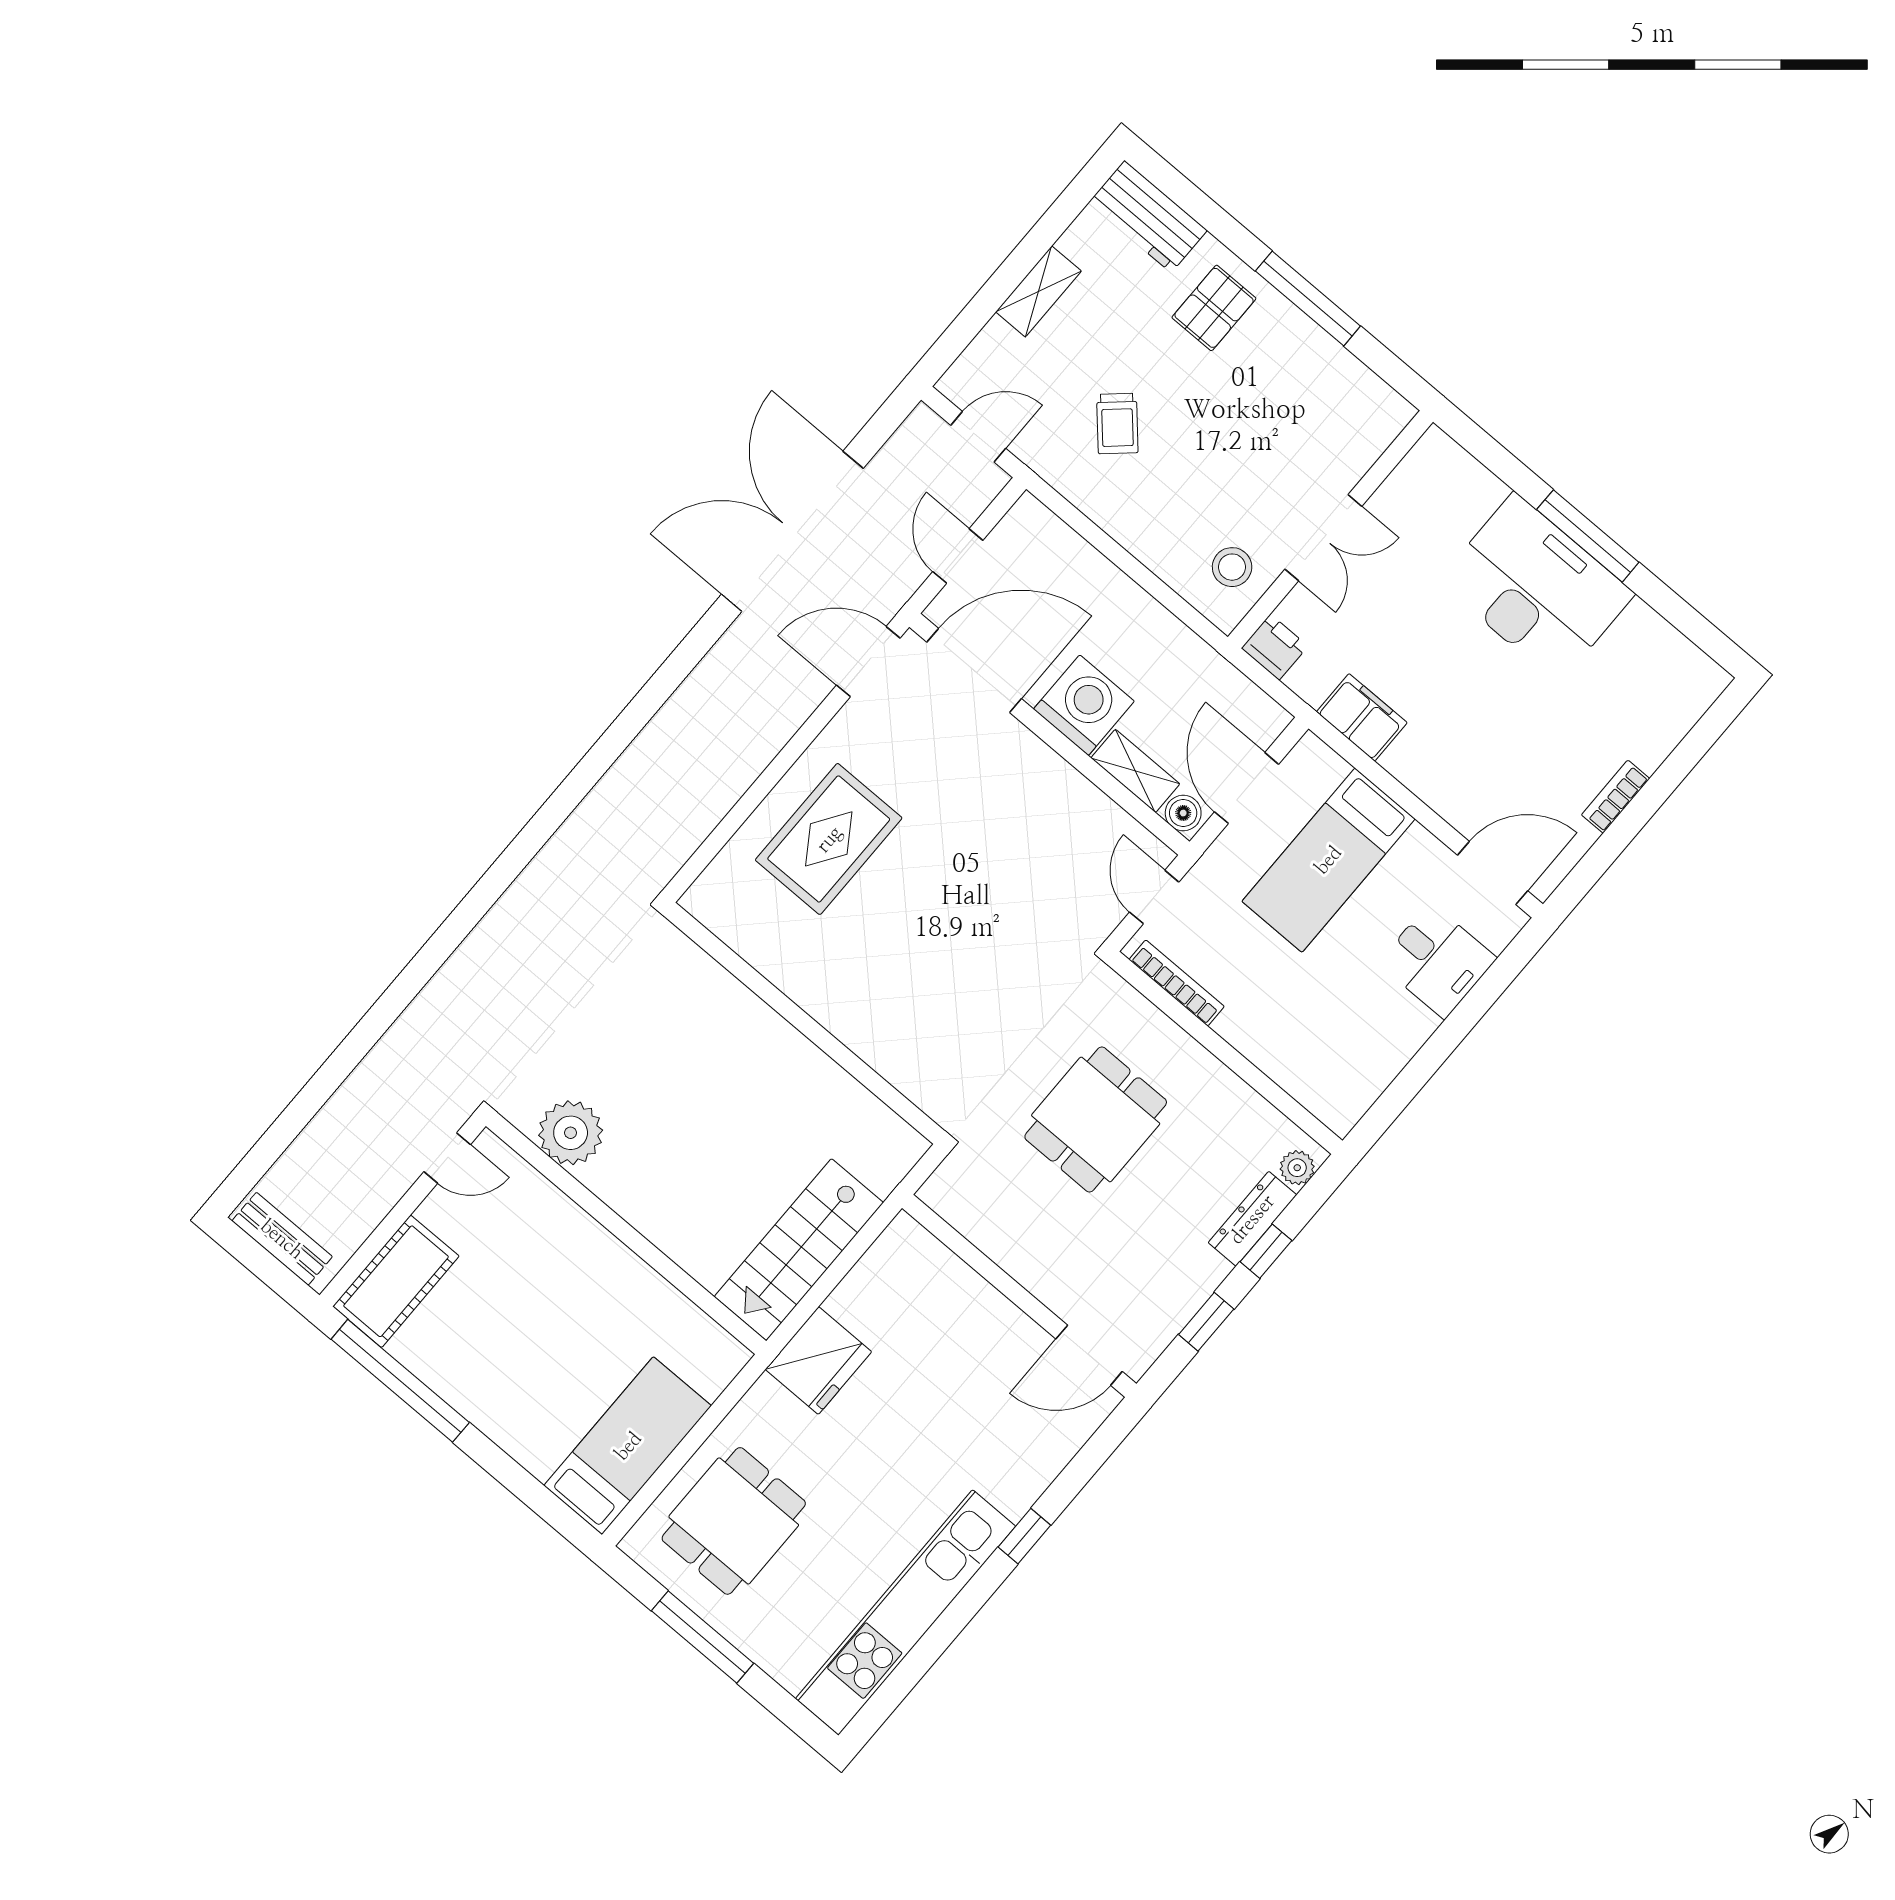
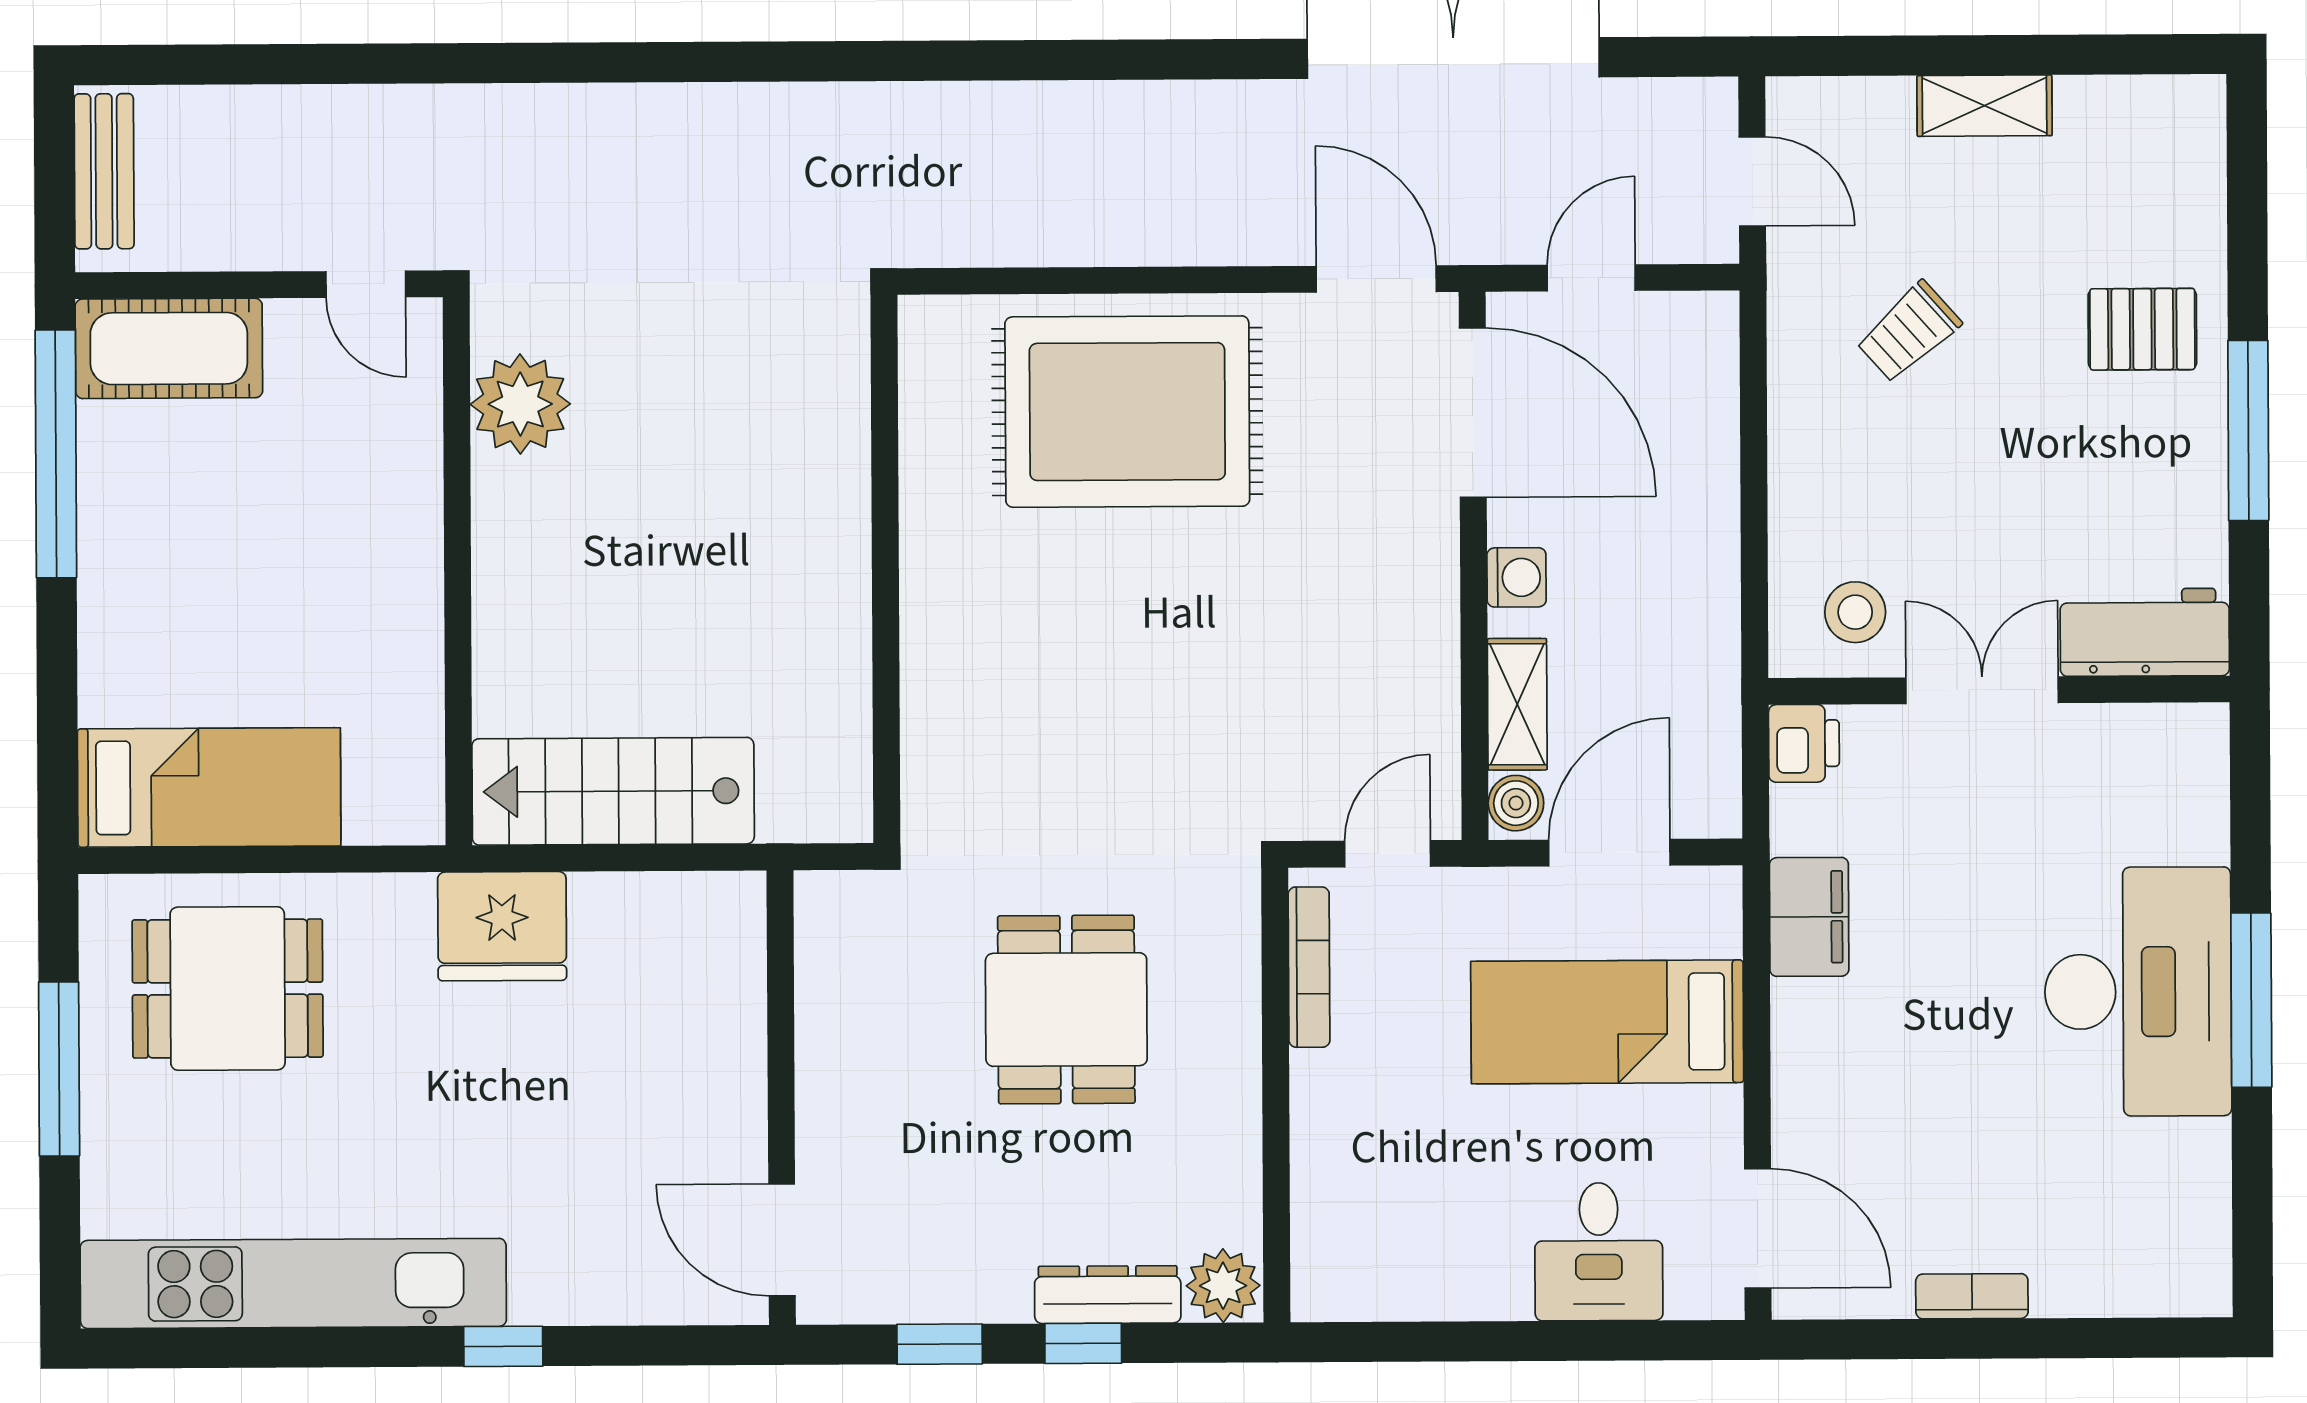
workbench: (1148, 217) -> (2145, 632), moved, turned 90
double door: (1323, 538) -> (1982, 690), swing flipped
washing machine: (1084, 705) -> (1517, 577), width x0.53, depth x0.53
rug: (829, 839) -> (1127, 412), width x1.37, depth x1.44
dining table: (1096, 1119) -> (1066, 1010), turned 90
plant: (1297, 1168) -> (1223, 1286), width x1.38, depth x1.38

